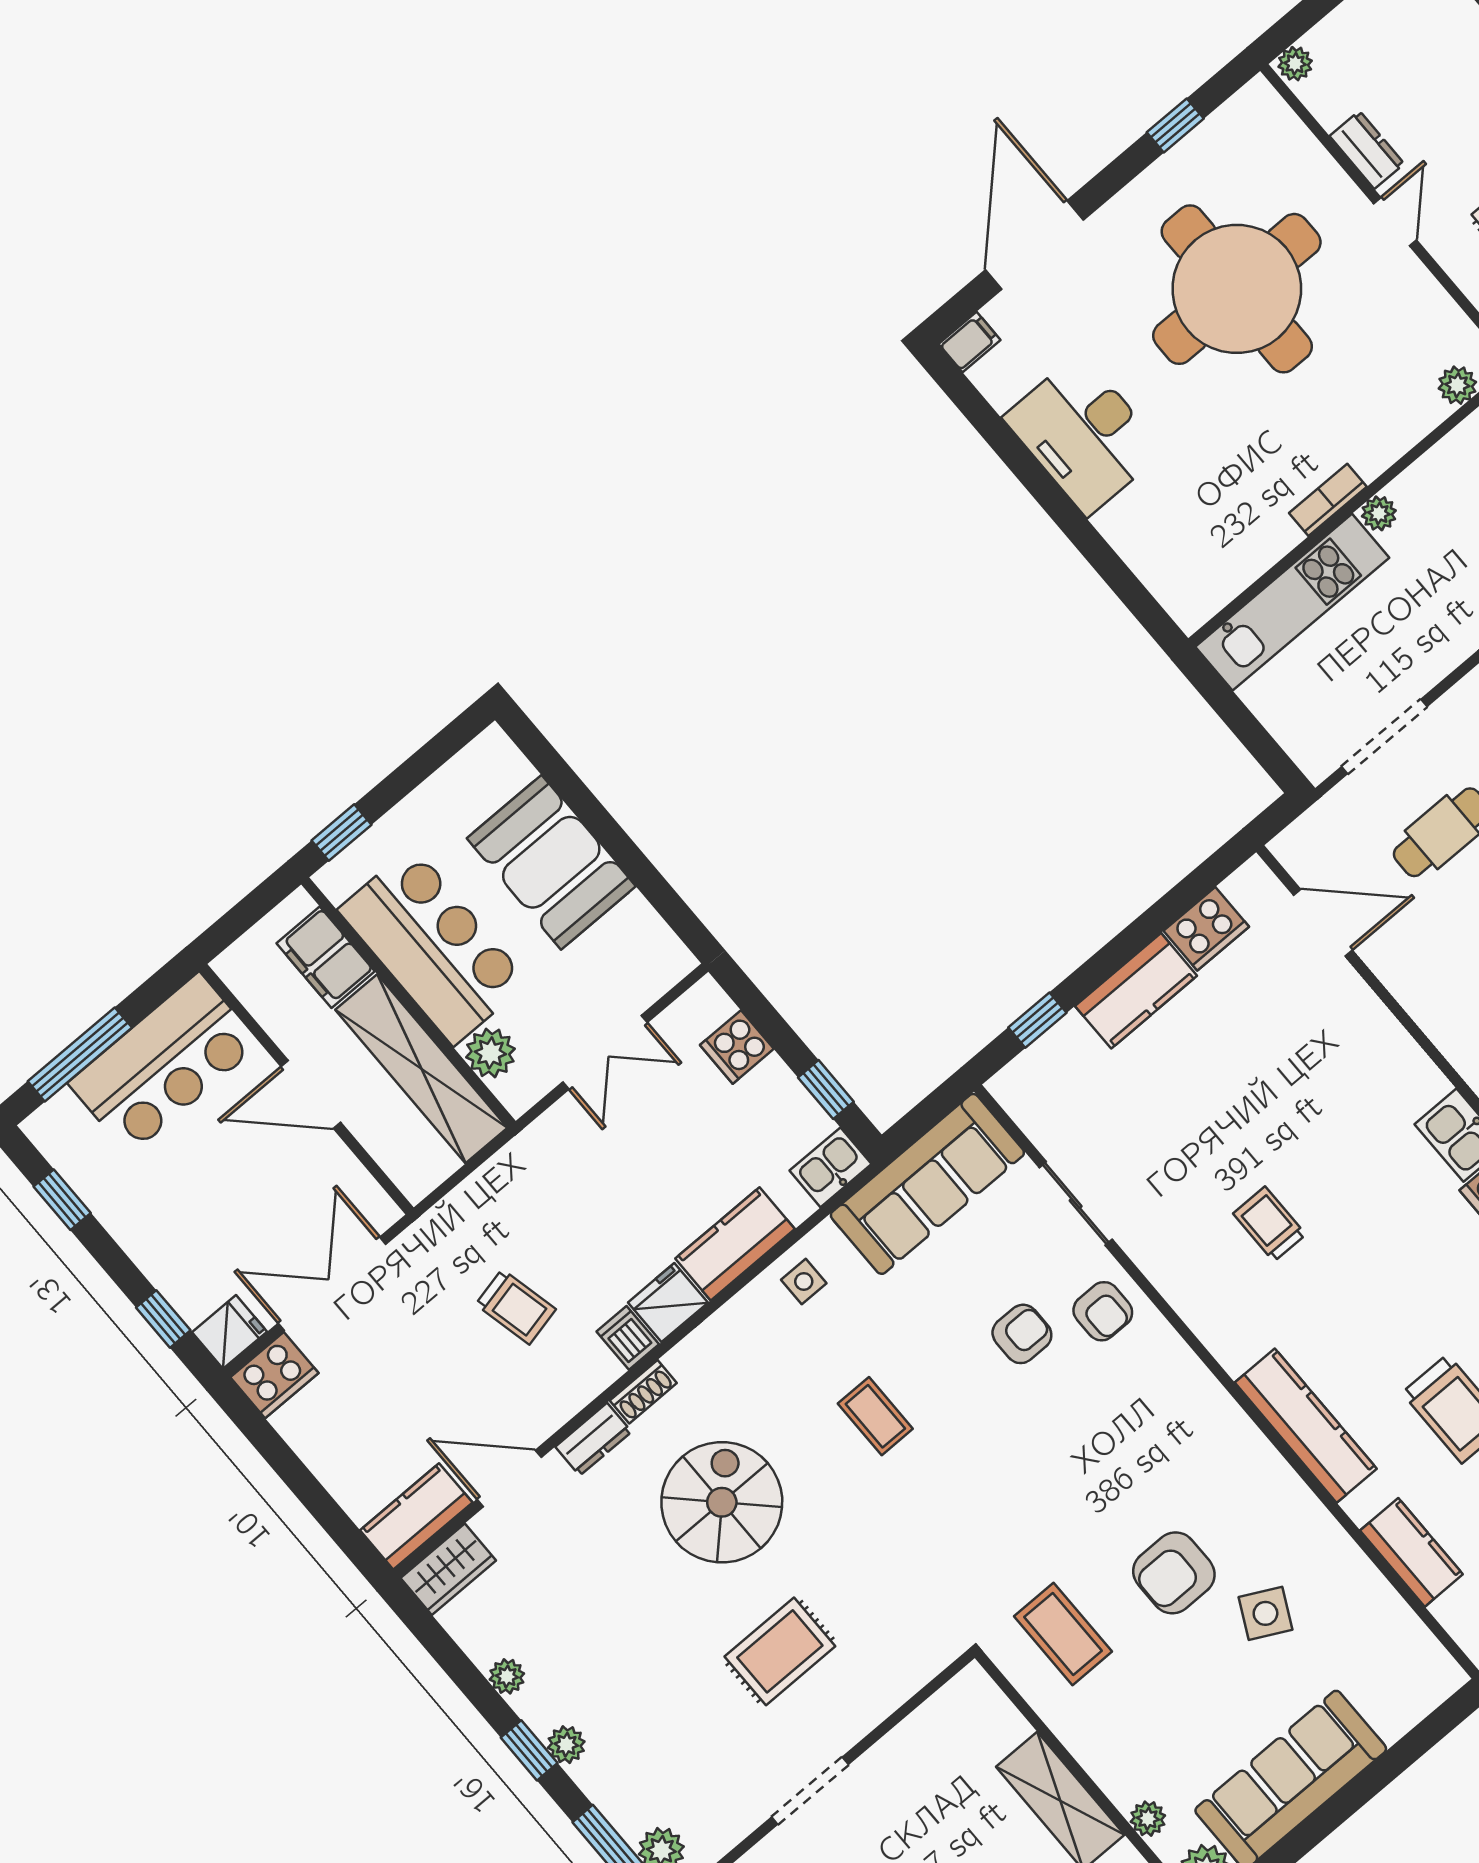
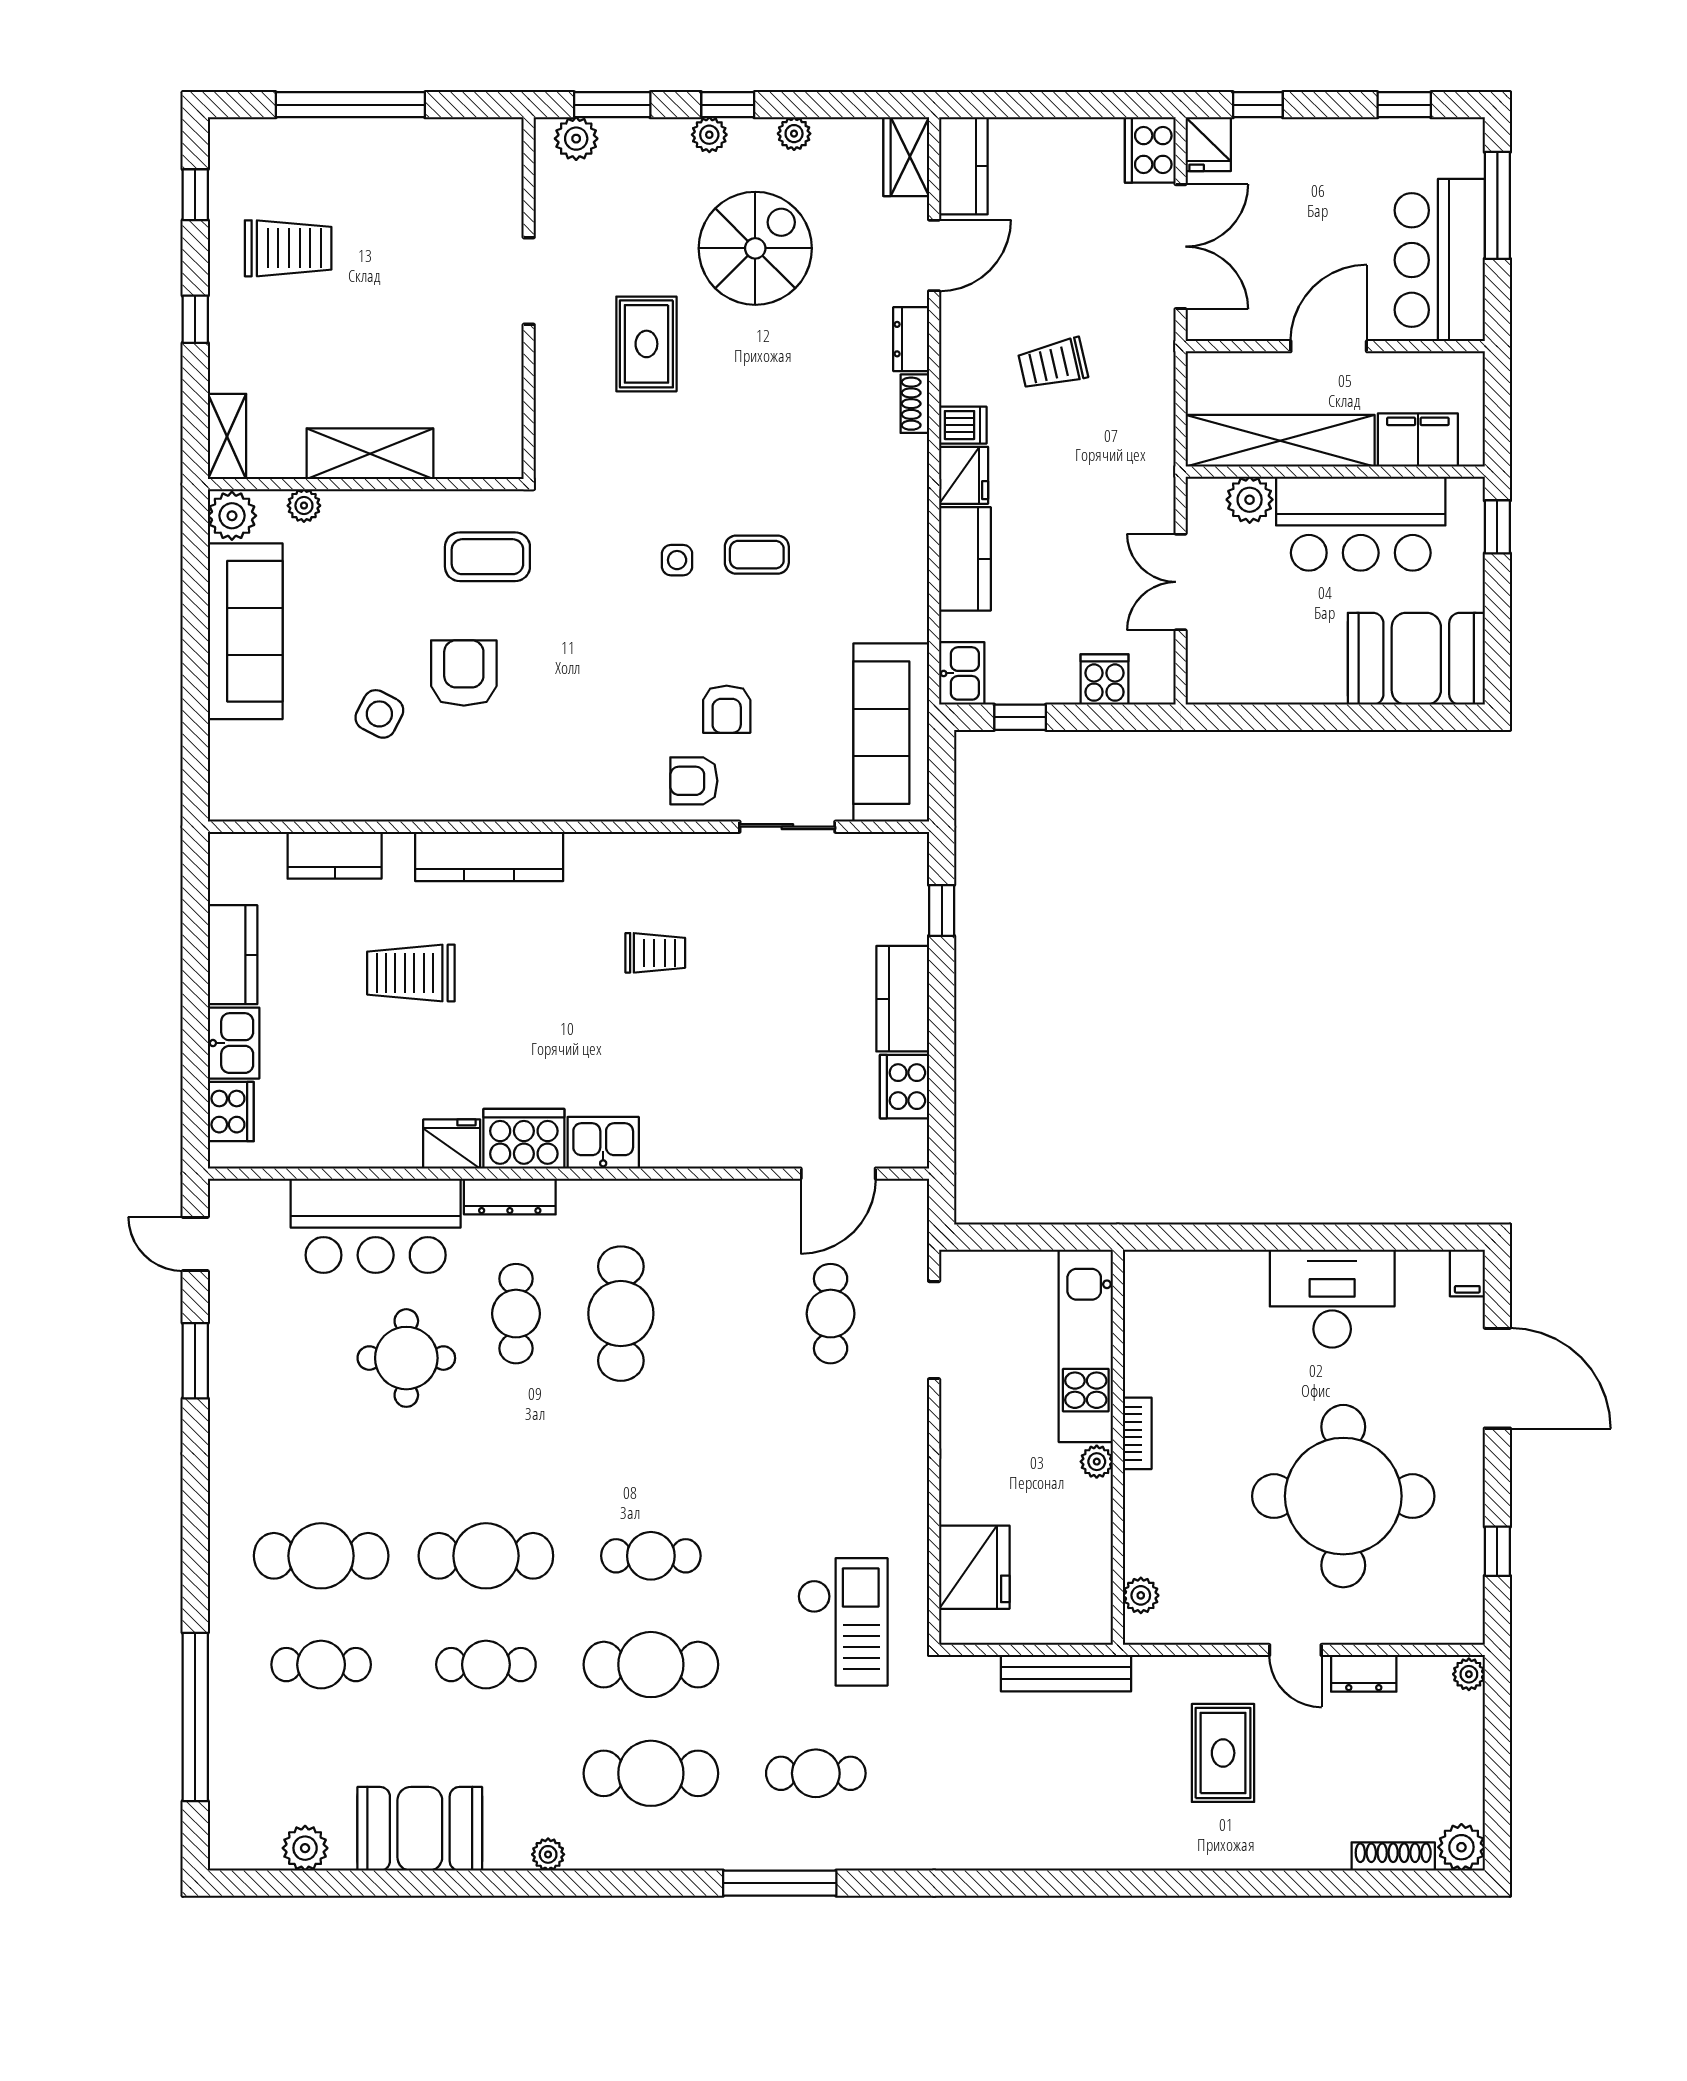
booth: (551, 862) -> (1416, 659), moved
side table: (804, 1281) -> (677, 560), moved
spiral stairs: (722, 1502) -> (755, 248), moved, turned -90

